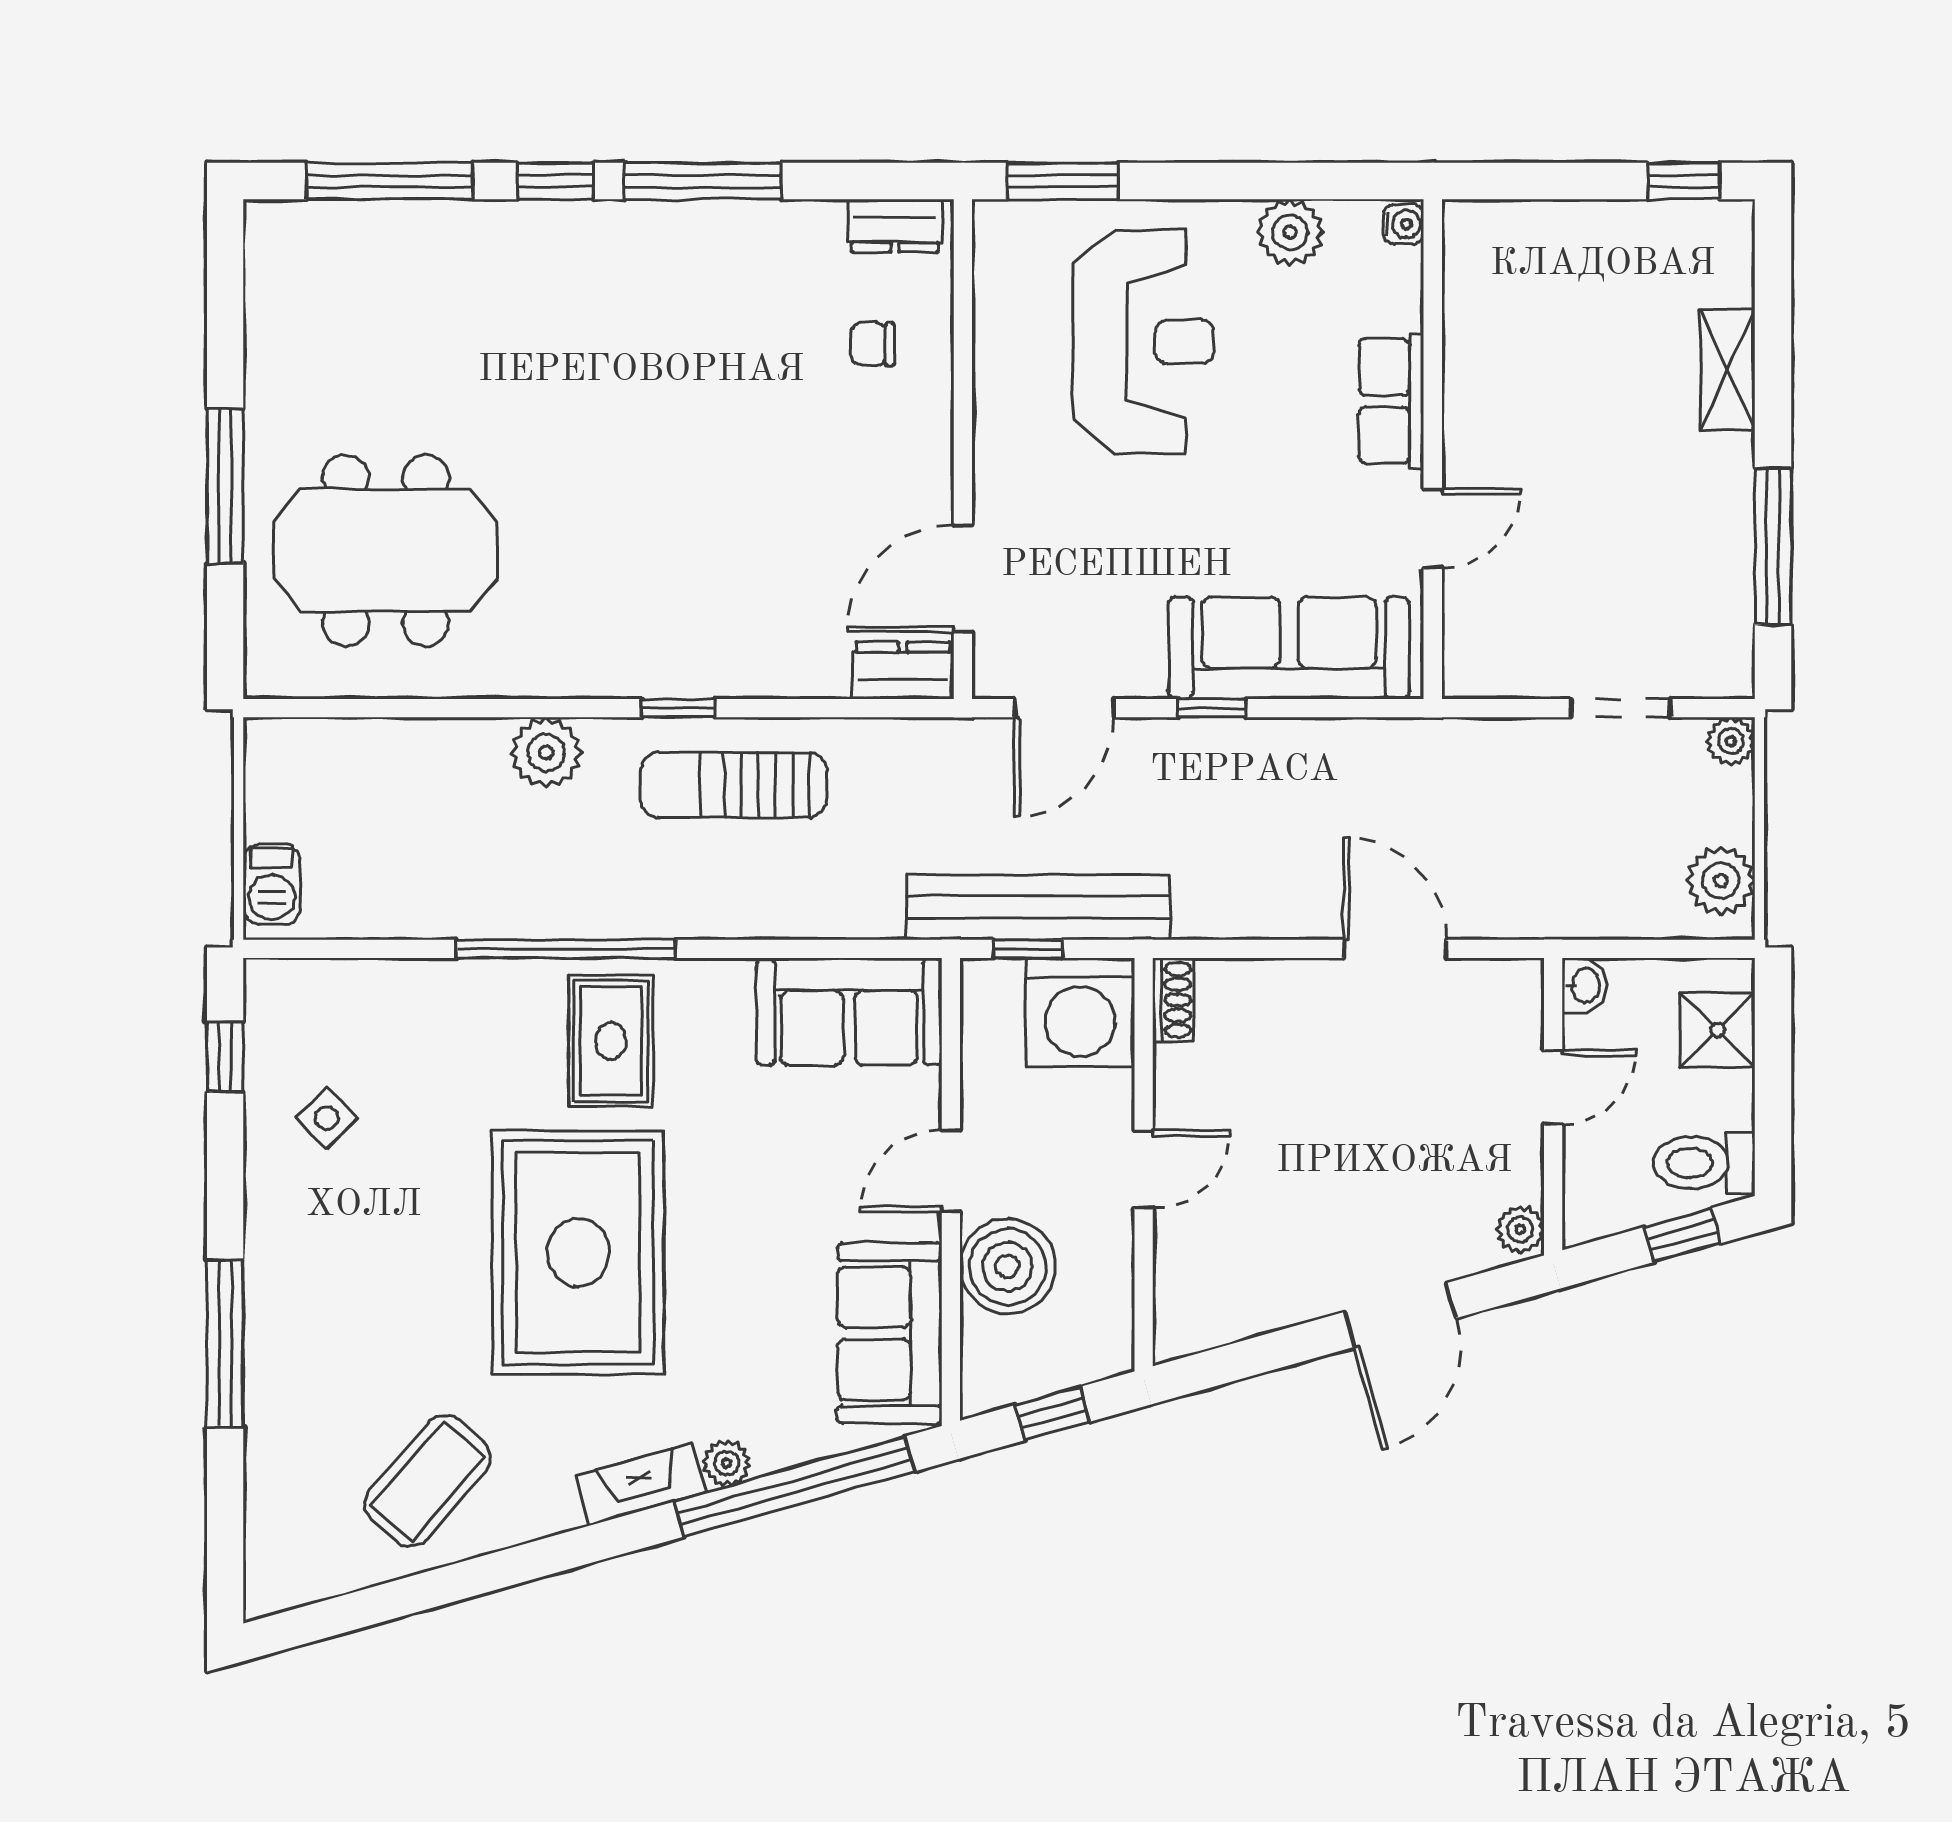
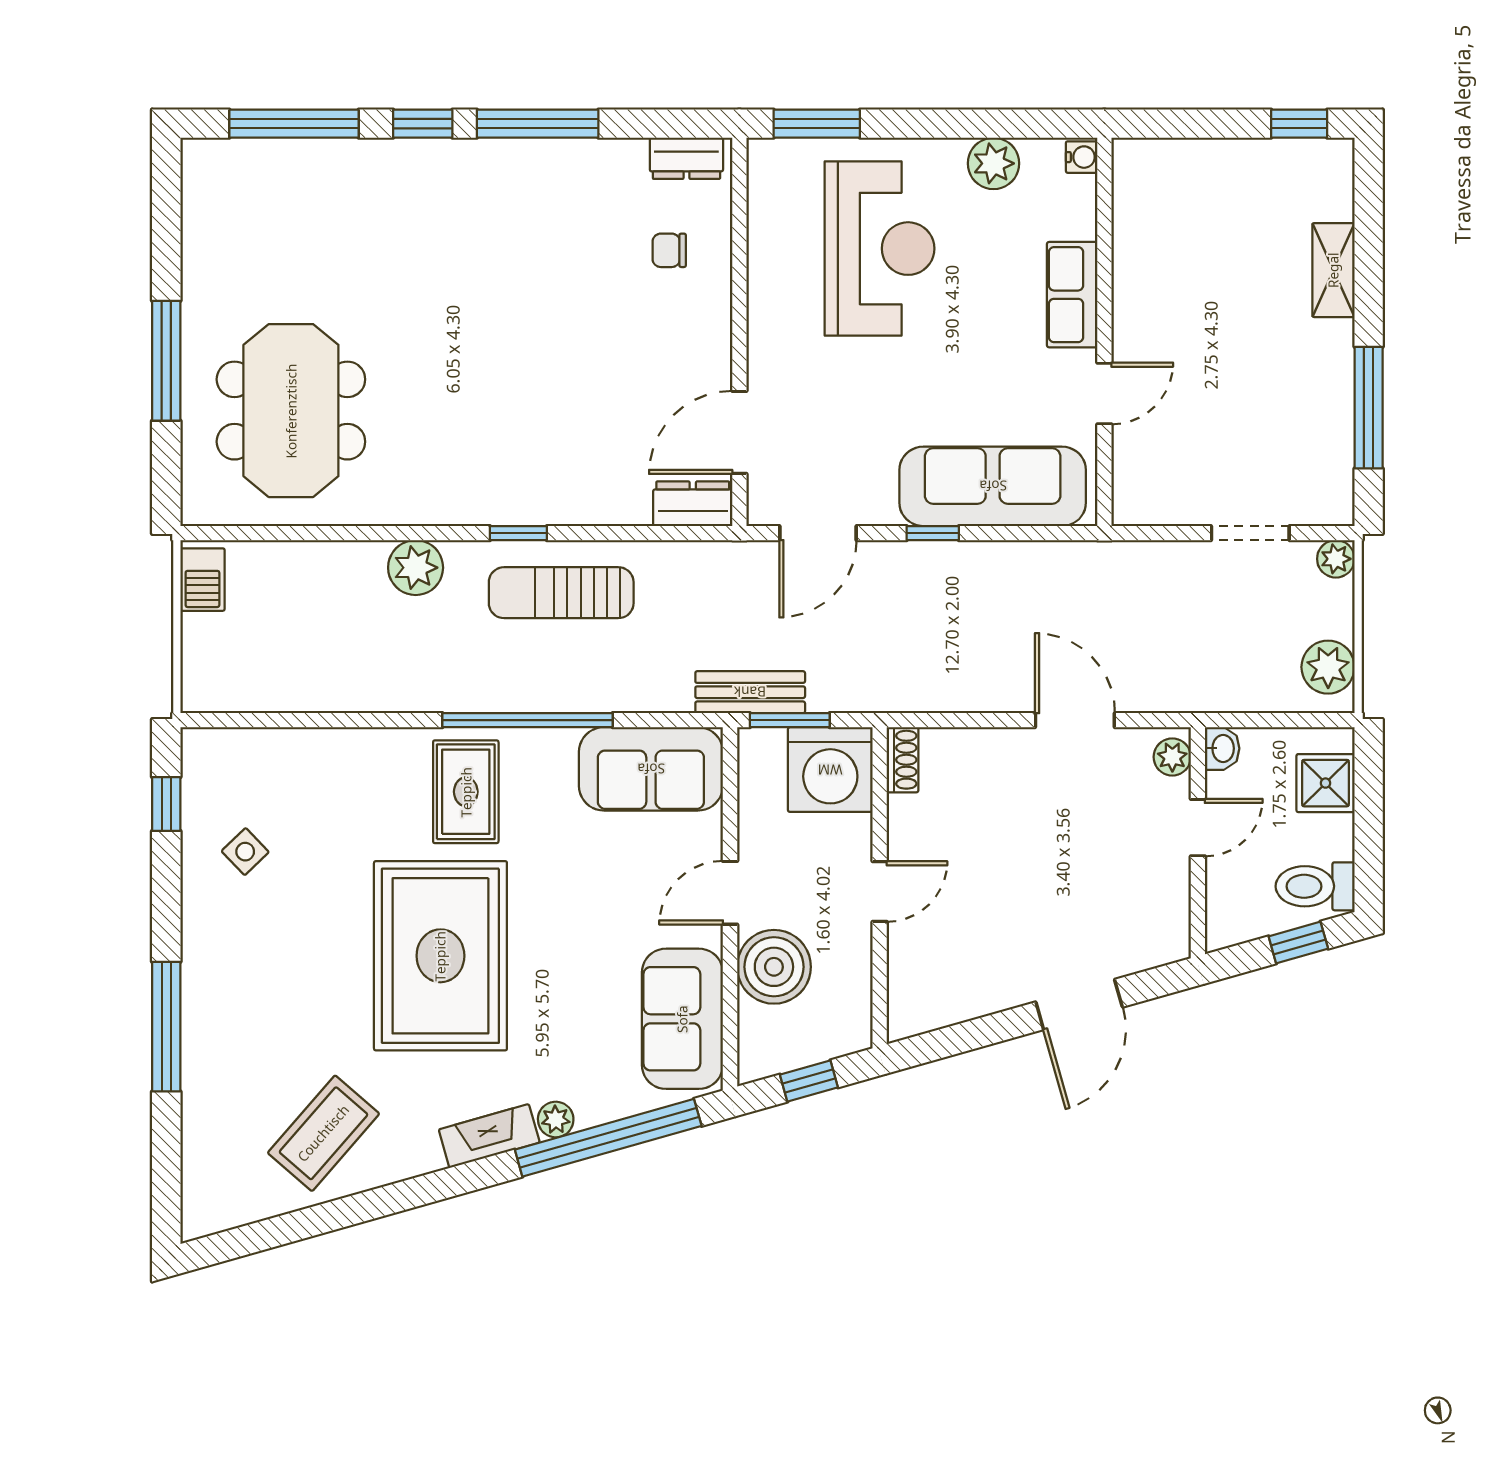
meeting table: (386, 550) -> (291, 411), turned 90
barbecue: (272, 884) -> (202, 580), moved
bench: (1038, 907) -> (750, 692), width x0.54, depth x0.82
window: (566, 949) -> (527, 720), moved
window: (1028, 949) -> (790, 720), width x1.50
plant: (1520, 1229) -> (1172, 757), moved

